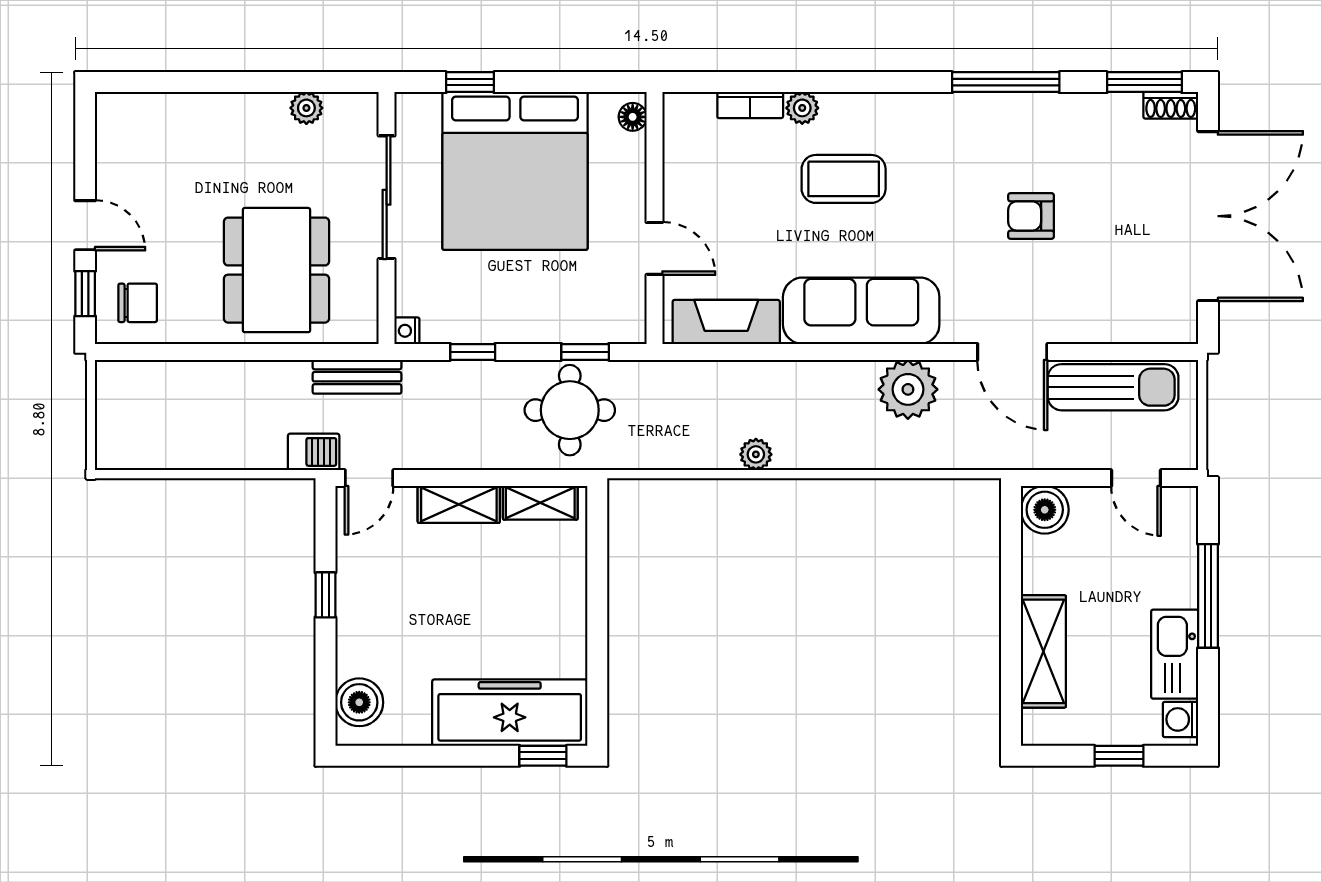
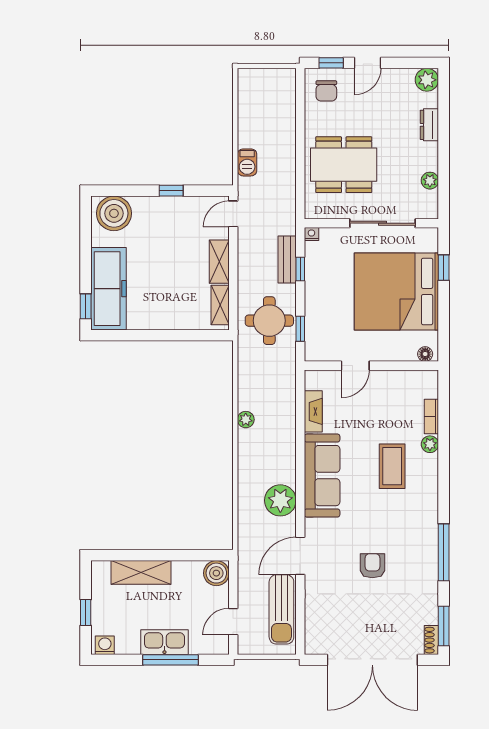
dresser: (201, 109) -> (429, 125), added
plant: (117, 114) -> (427, 80), added
fireplace: (726, 322) -> (313, 411), width x0.73, depth x0.76
bench: (357, 377) -> (287, 259), moved
barbecue: (314, 452) -> (247, 162), moved
door: (369, 478) -> (233, 214), hinge flipped
kitchen sink: (1175, 654) -> (164, 642), moved
boiler: (359, 702) -> (114, 213), width x1.37, depth x1.37

